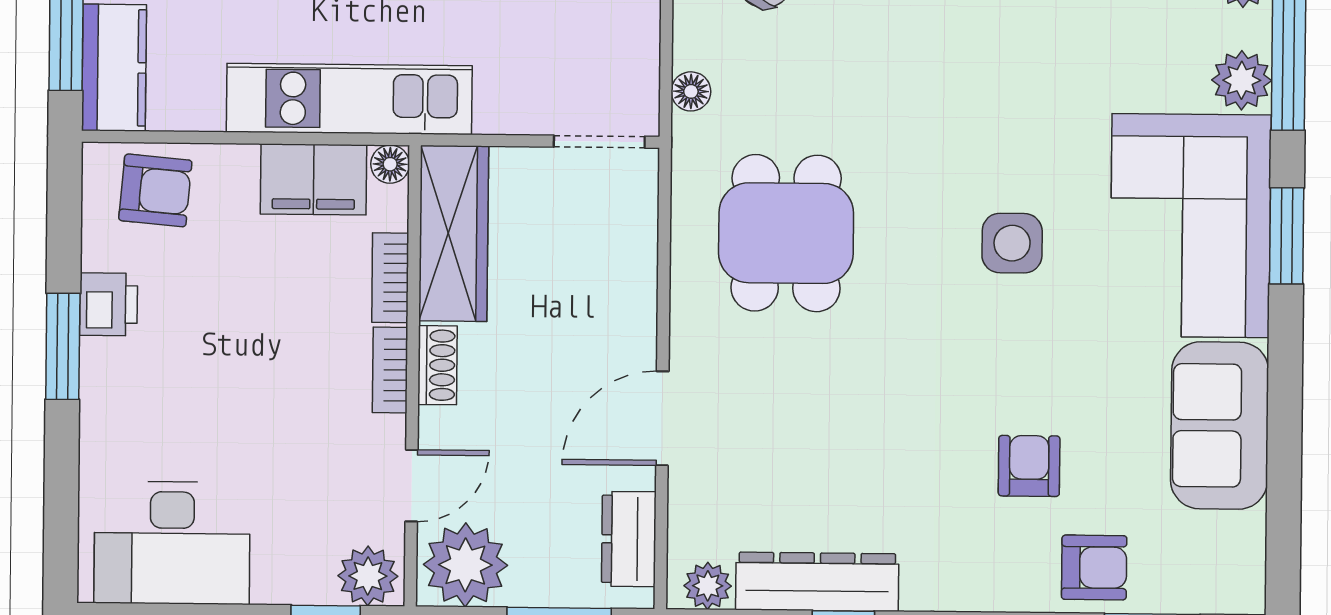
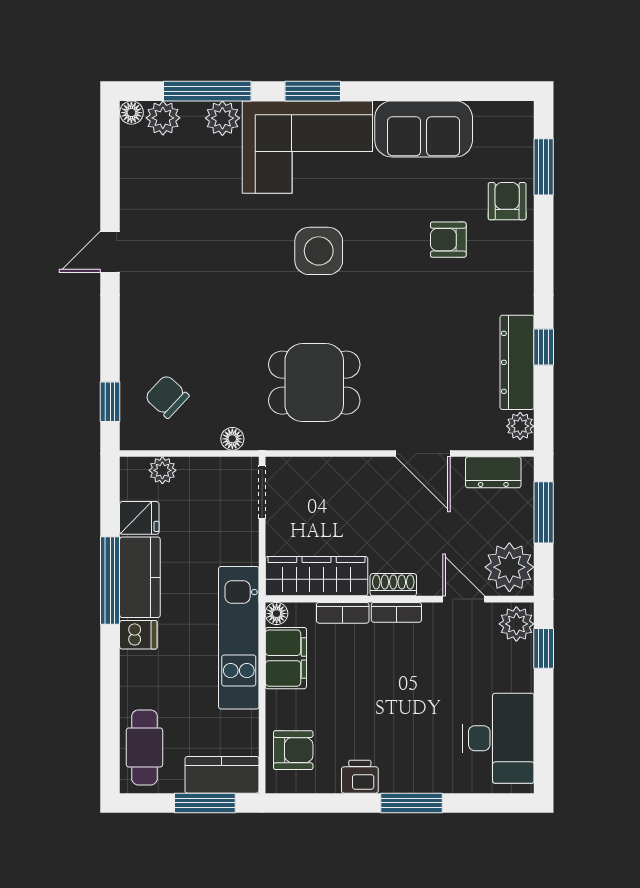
armchair: (155, 190) -> (293, 750), turned 85
side table: (1012, 243) -> (319, 251), width x1.37, depth x1.37
window: (63, 346) -> (411, 803), moved

